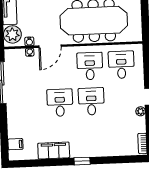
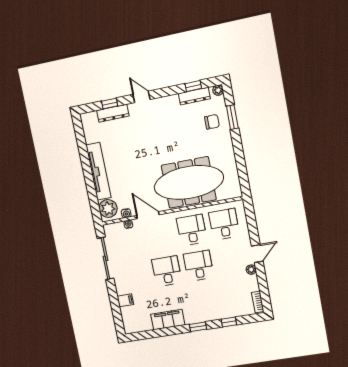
door: (50, 46) -> (148, 215), swing flipped
filing cabinet: (15, 144) -> (125, 300), moved
window: (112, 160) -> (229, 322), added

